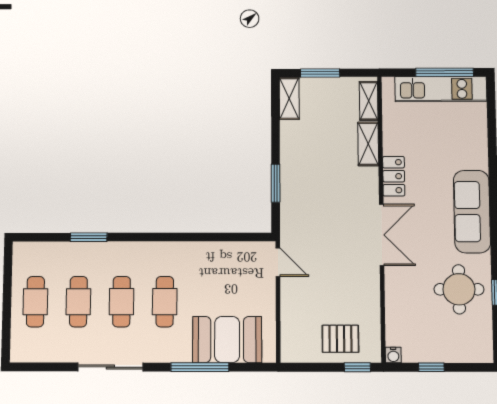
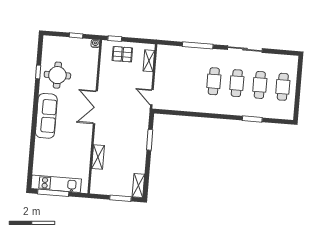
shelving: (369, 101) -> (149, 61), moved
locker: (394, 176) -> (86, 138), removed
booth: (227, 339) -> (182, 59), removed

